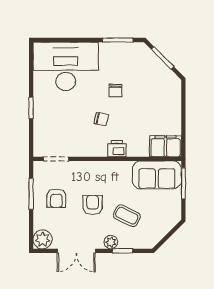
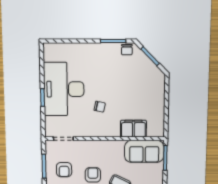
desk: (66, 66) -> (64, 89), moved, turned -90
chair: (115, 91) -> (127, 50), moved
filing cabinet: (166, 146) -> (133, 129), moved
printer: (117, 149) -> (112, 131), removed

